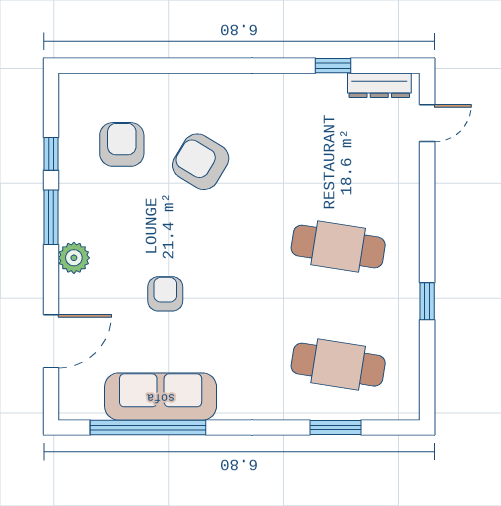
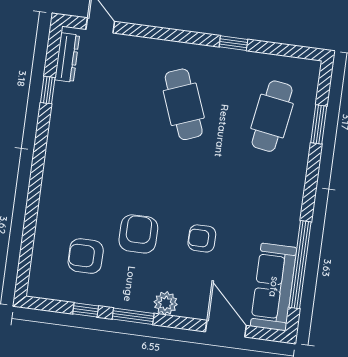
armchair: (201, 162) -> (138, 234), moved, turned 149
cafe table: (338, 247) -> (184, 104), turned -30
sofa: (161, 397) -> (274, 287), moved

